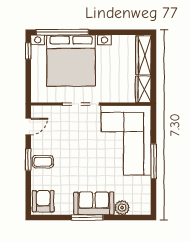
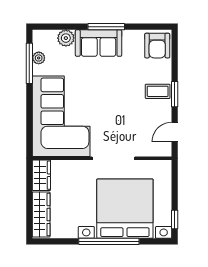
window: (62, 32) -> (109, 241), moved
window: (154, 161) -> (29, 63), moved
plant: (146, 190) -> (39, 58), added

